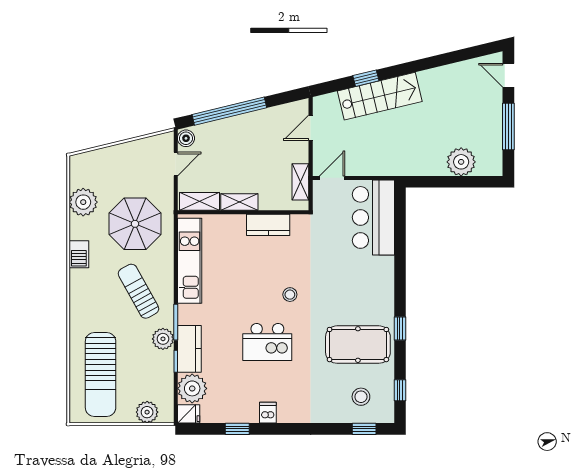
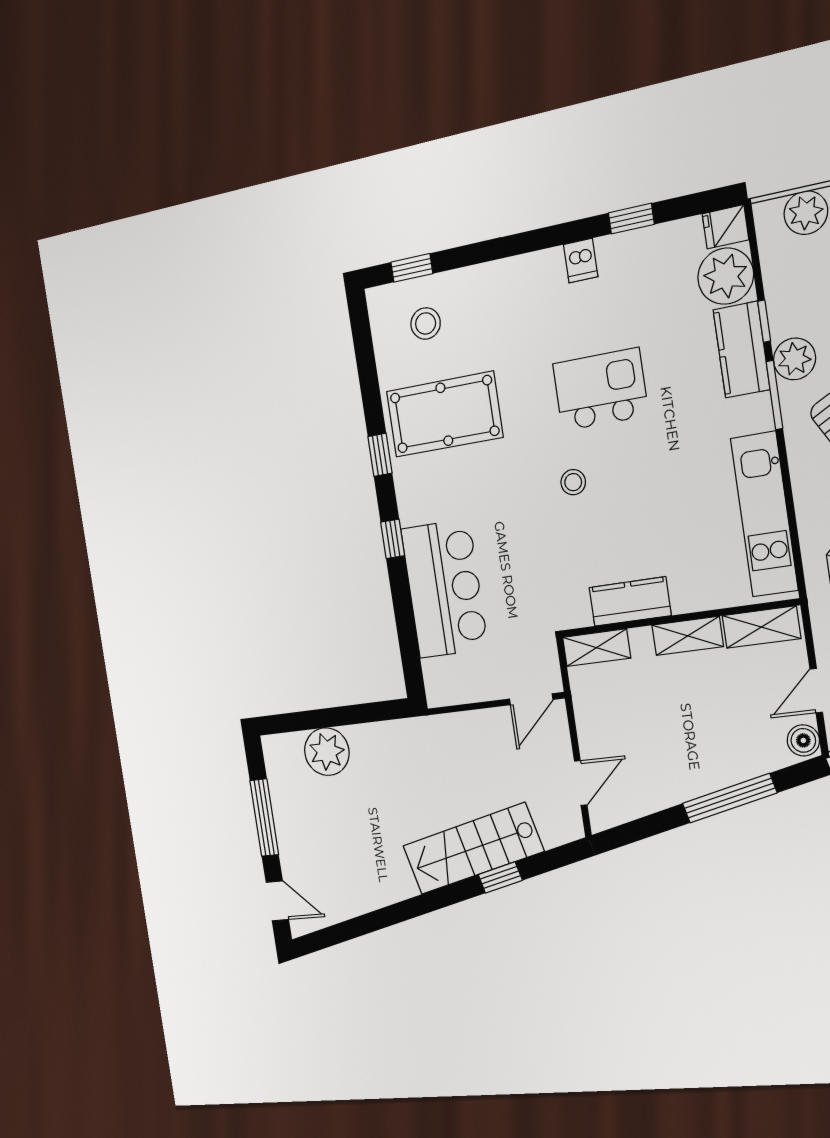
window: (229, 111) -> (729, 798), width x0.68
shelving: (300, 182) -> (597, 648), moved, turned 90
bar counter: (373, 217) -> (444, 589), moved
window: (400, 390) -> (393, 539), moved

